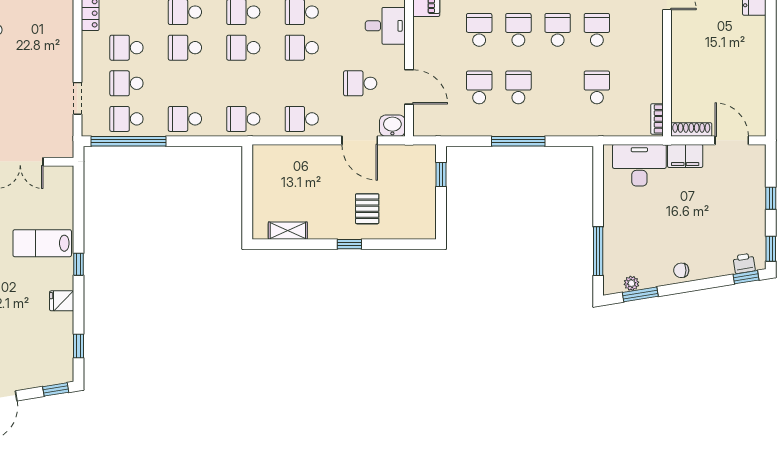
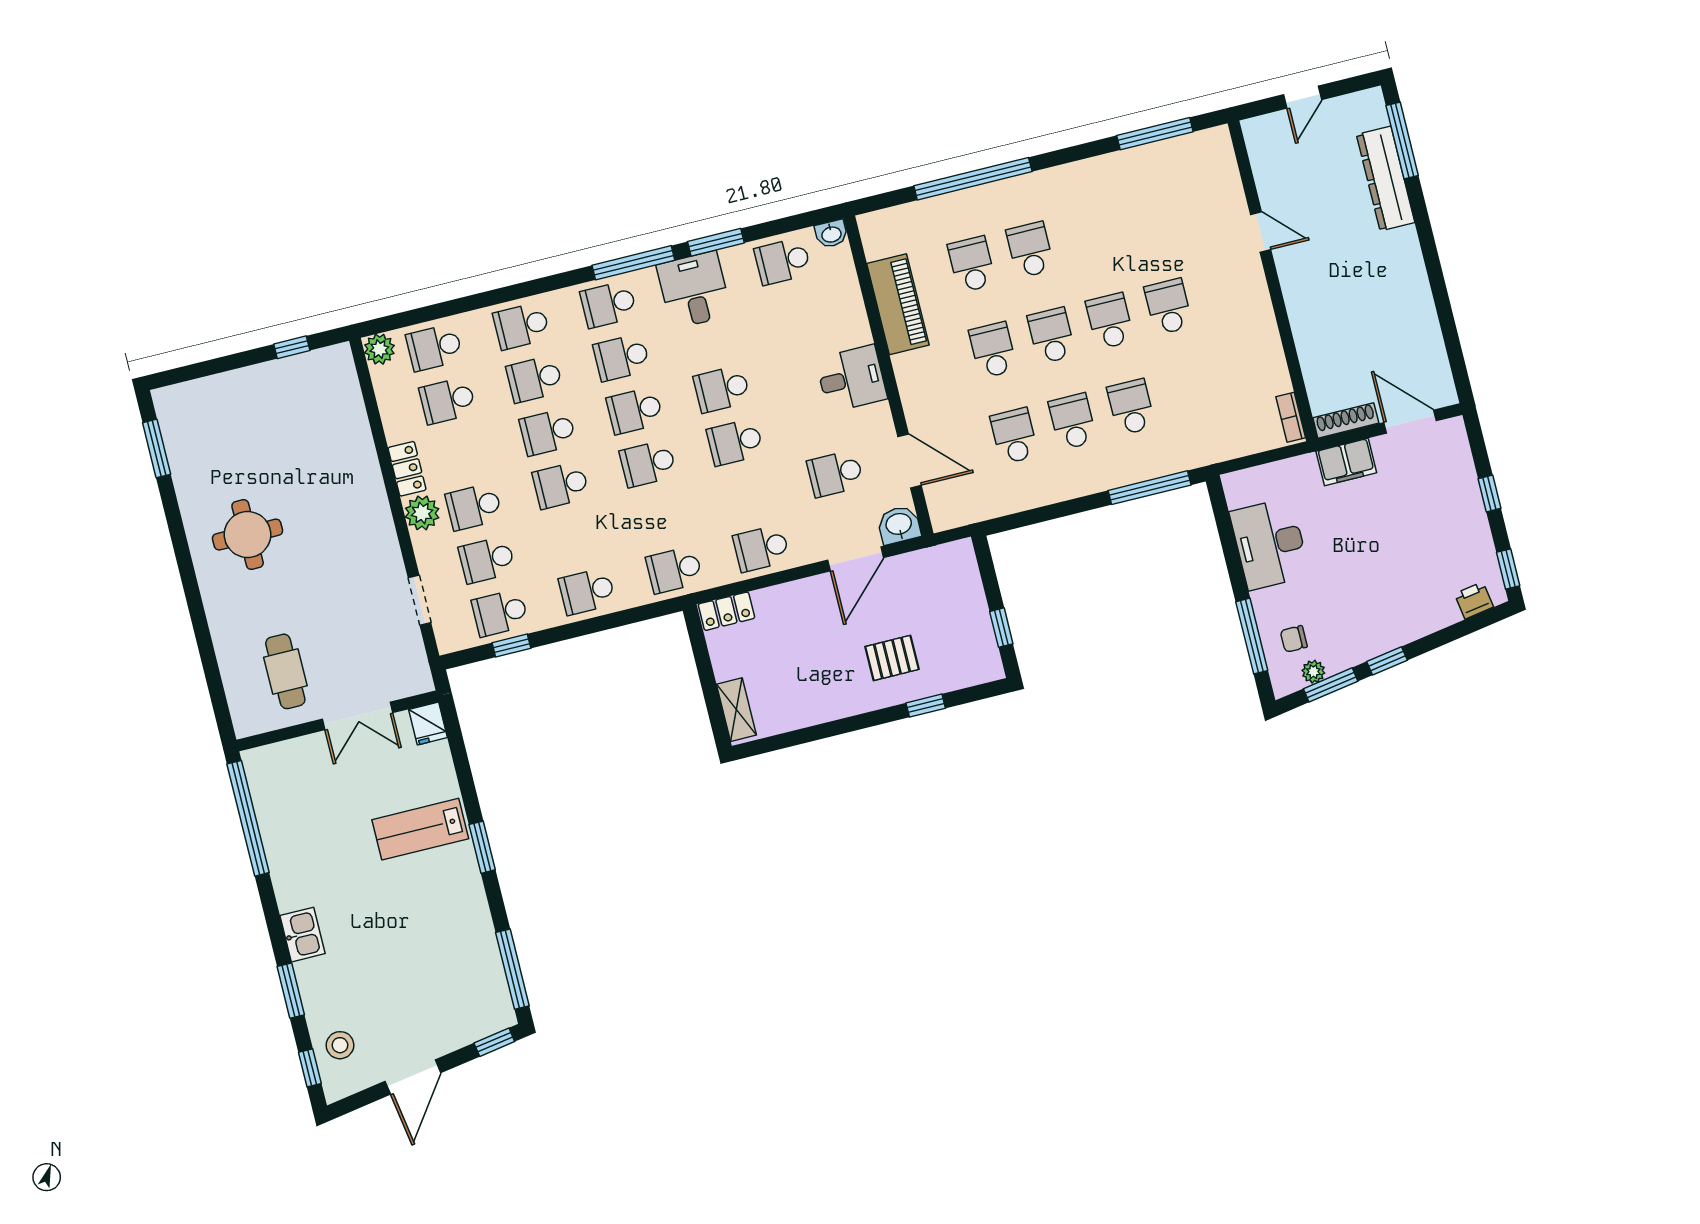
plant: (93, 43) -> (422, 513), added
school desk: (597, 87) -> (1131, 407), moved
door: (360, 140) -> (856, 559), hinge flipped
window: (129, 141) -> (511, 646), width x0.32
window: (518, 141) -> (1150, 488), moved
locker: (270, 153) -> (726, 611), added
desk: (639, 165) -> (1270, 544), moved, turned -90
window: (441, 174) -> (1001, 628), moved
pallet: (367, 209) -> (892, 658), turned 90
shelving: (288, 231) -> (736, 710), moved, turned 90
window: (349, 244) -> (926, 706), moved
window: (79, 264) -> (482, 847), width x1.50
chair: (681, 270) -> (1294, 639), moved
window: (746, 277) -> (1387, 661), moved
fridge: (62, 301) -> (428, 724), moved, turned -90
window: (79, 346) -> (512, 969), width x2.17

